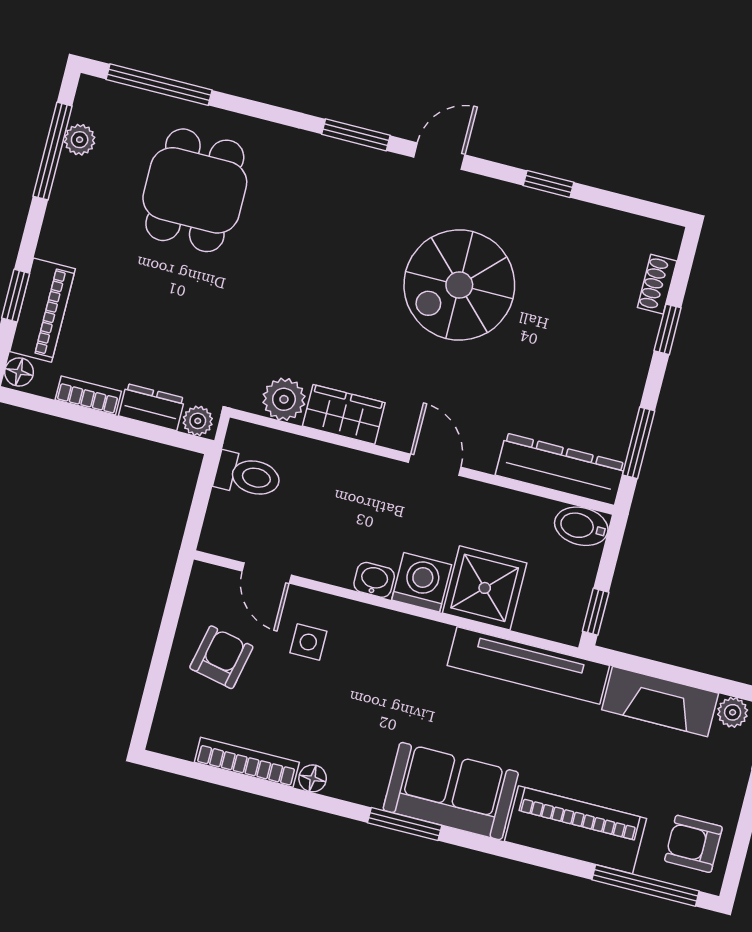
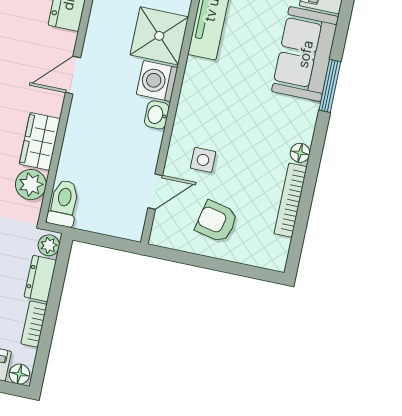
toilet: (248, 476) -> (63, 203), moved

